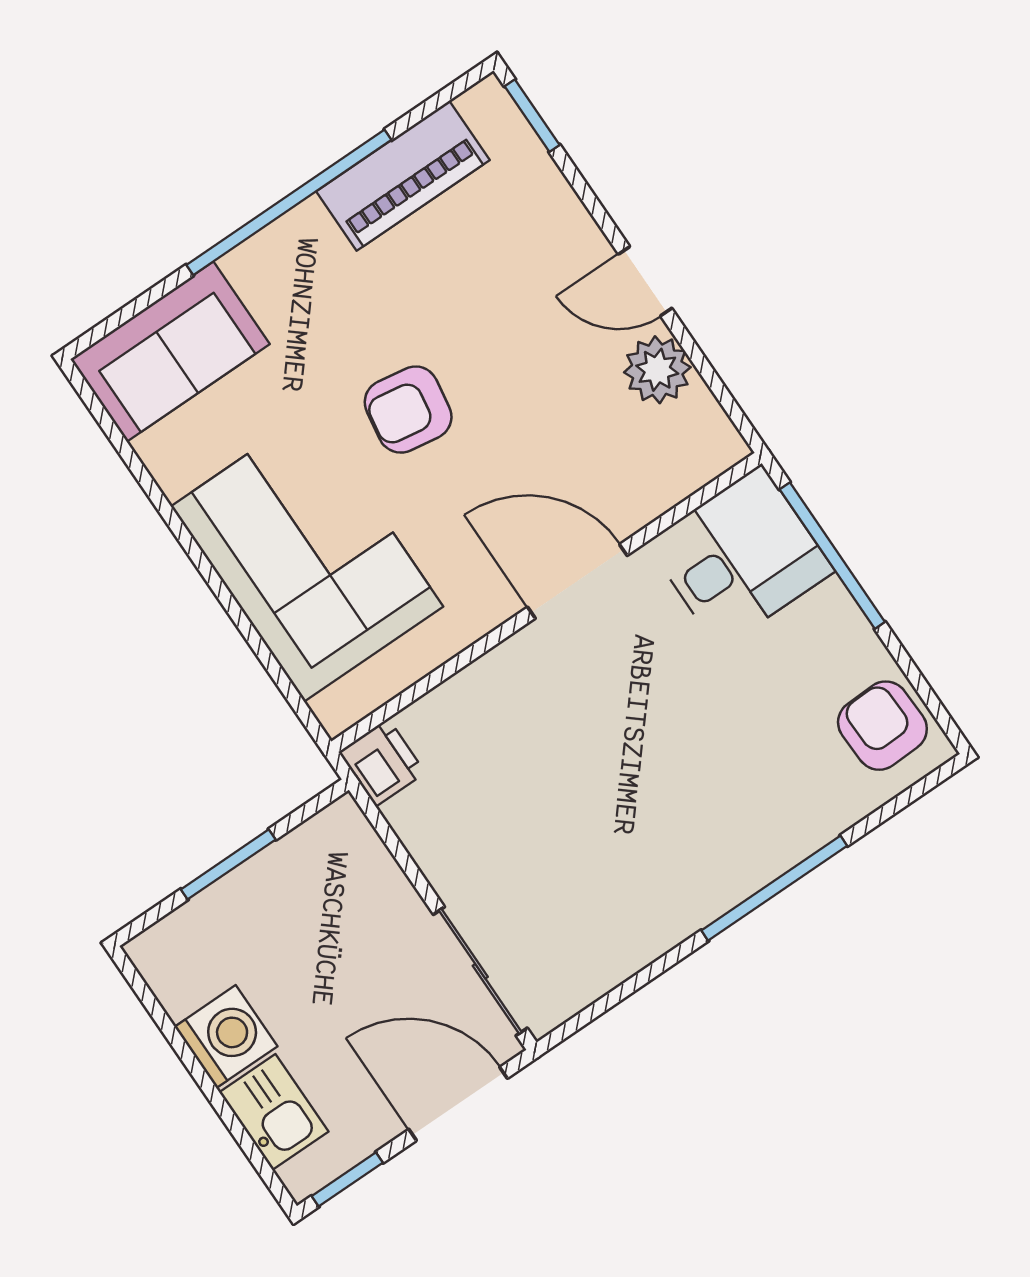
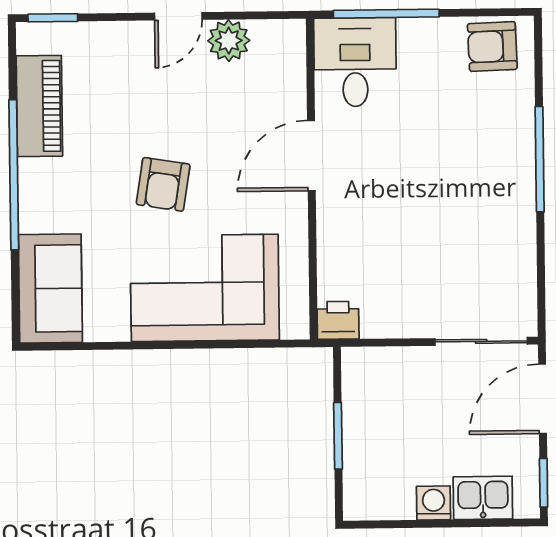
washing machine: (226, 1037) -> (434, 503), width x0.73, depth x0.73

